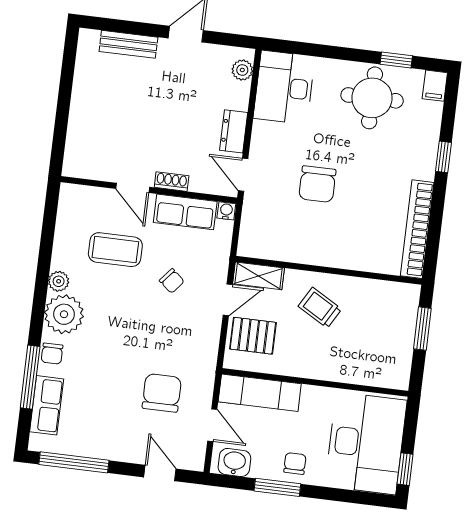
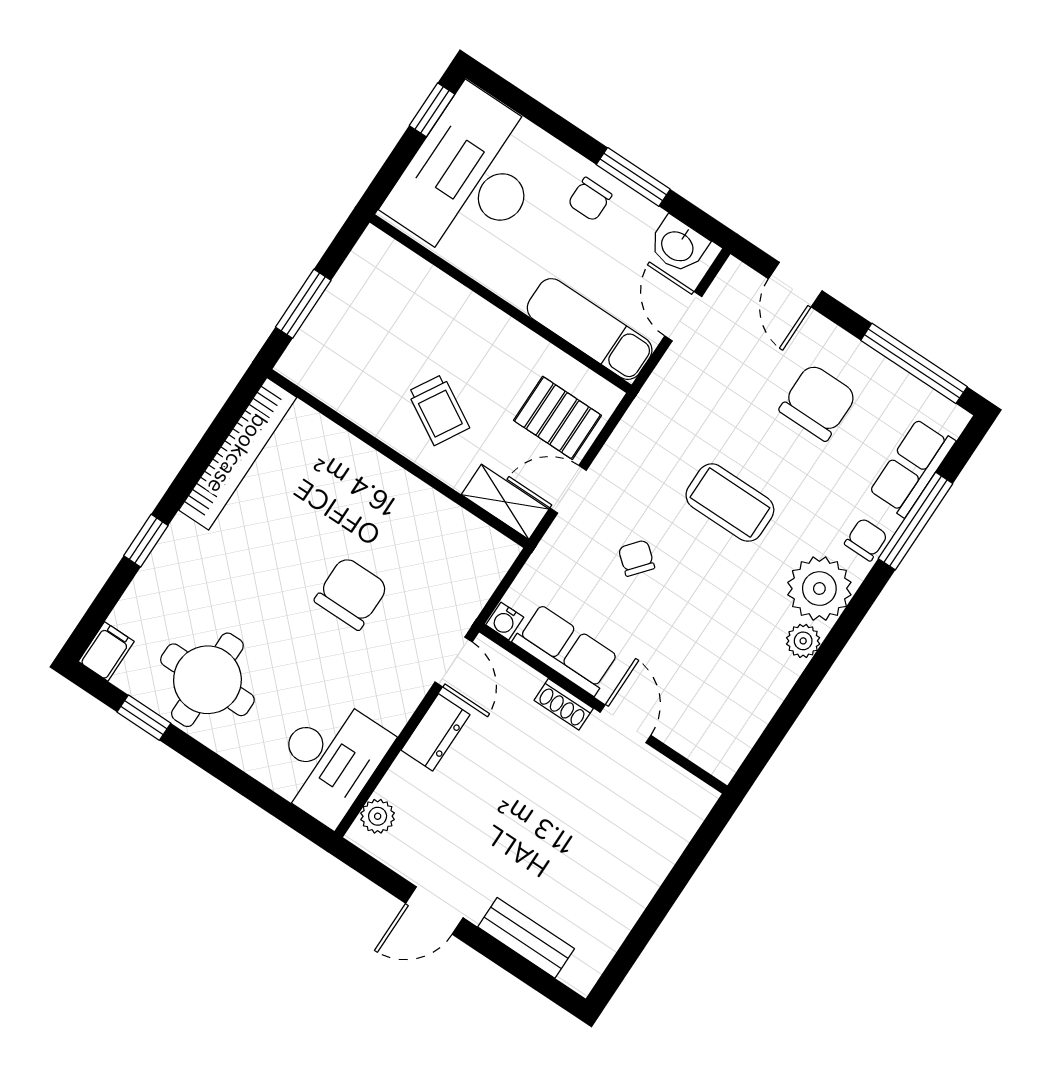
coffee table: (115, 250) -> (730, 503), moved
chair: (162, 393) -> (818, 402), moved, turned 180

